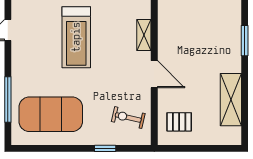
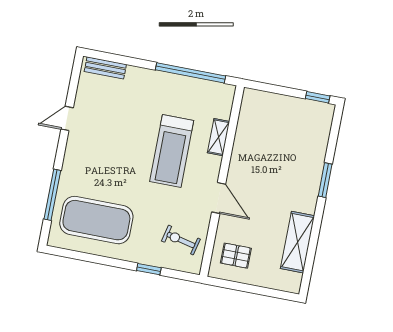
shelving: (144, 35) -> (219, 137), moved
treadmill: (76, 37) -> (172, 151), moved

